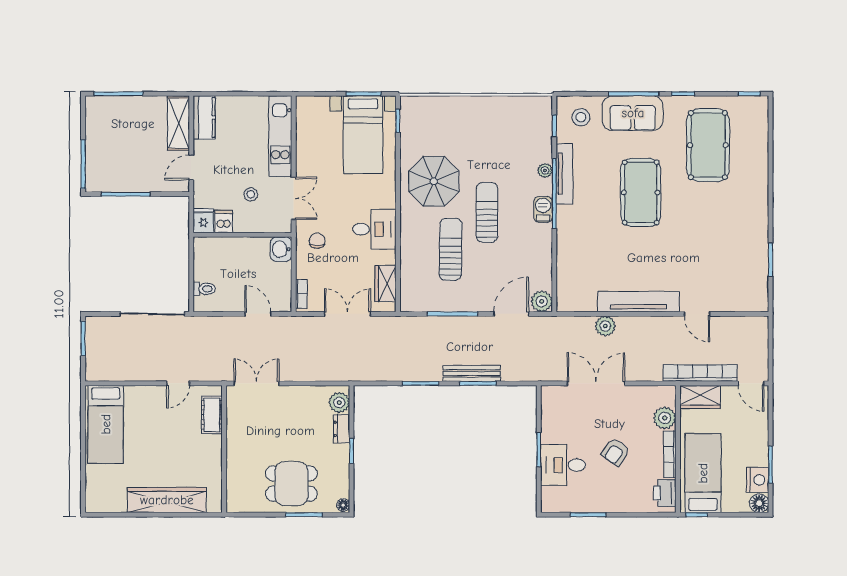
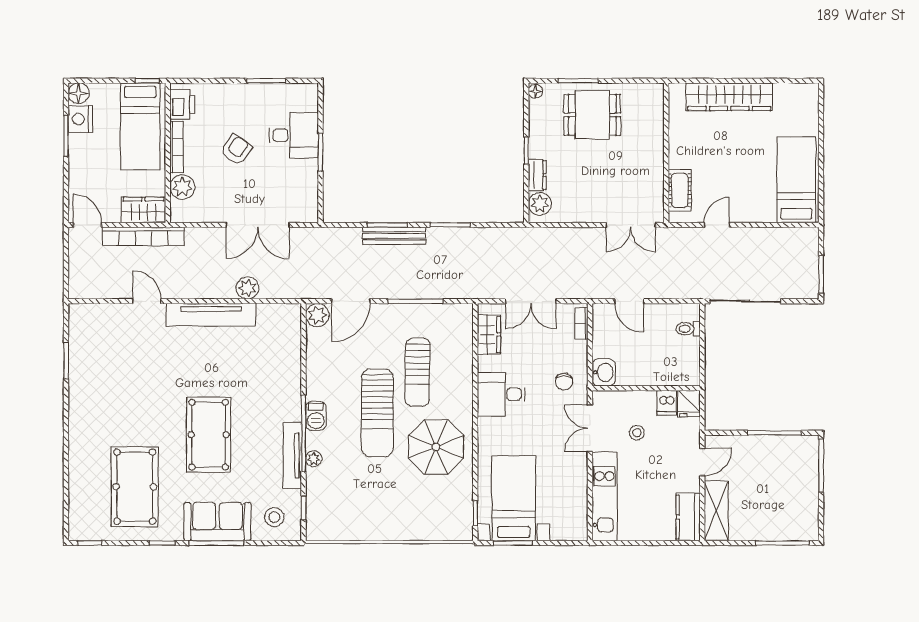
sun lounger: (487, 212) -> (377, 413), width x1.36, depth x1.34

